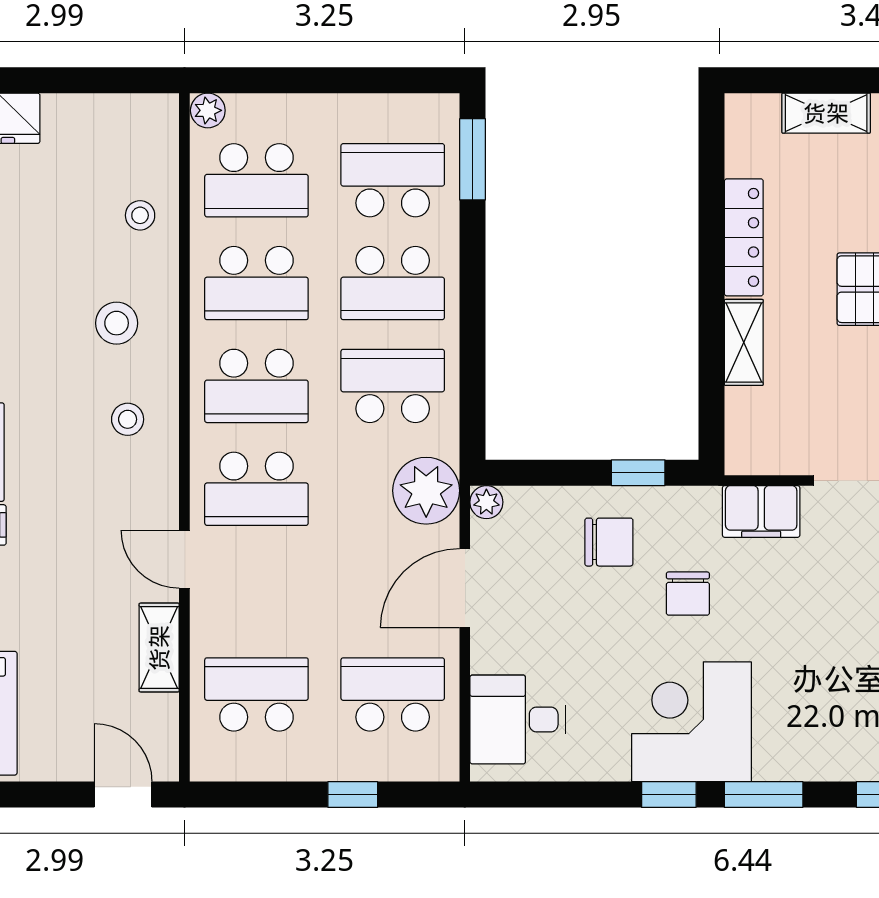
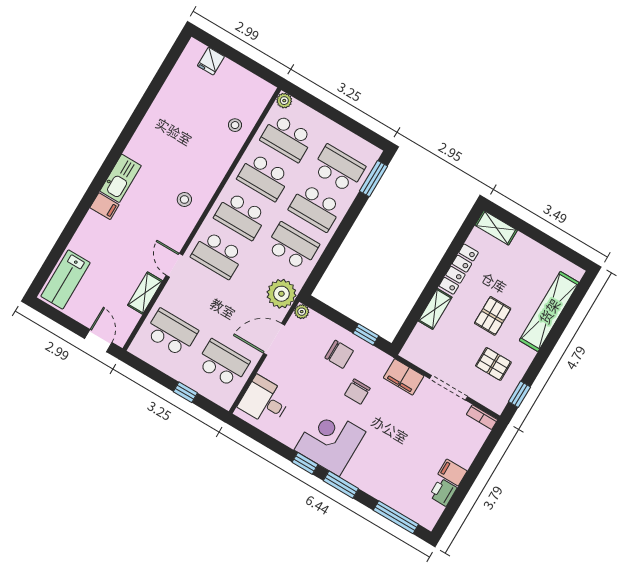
shelving: (826, 113) -> (496, 228), moved
stool: (117, 323) -> (202, 161), removed

